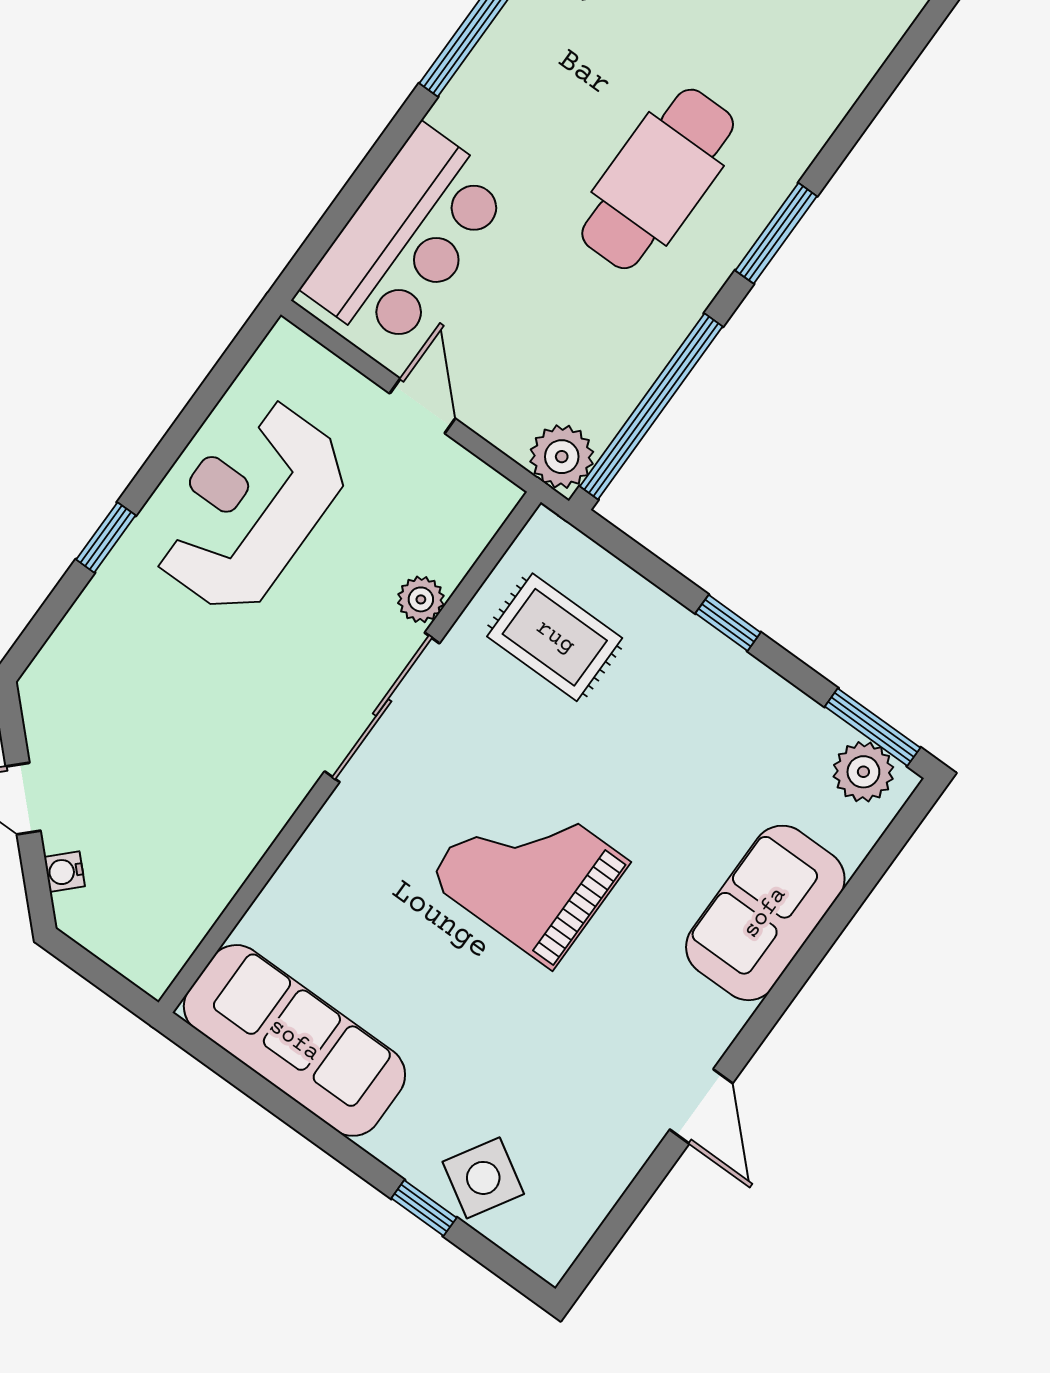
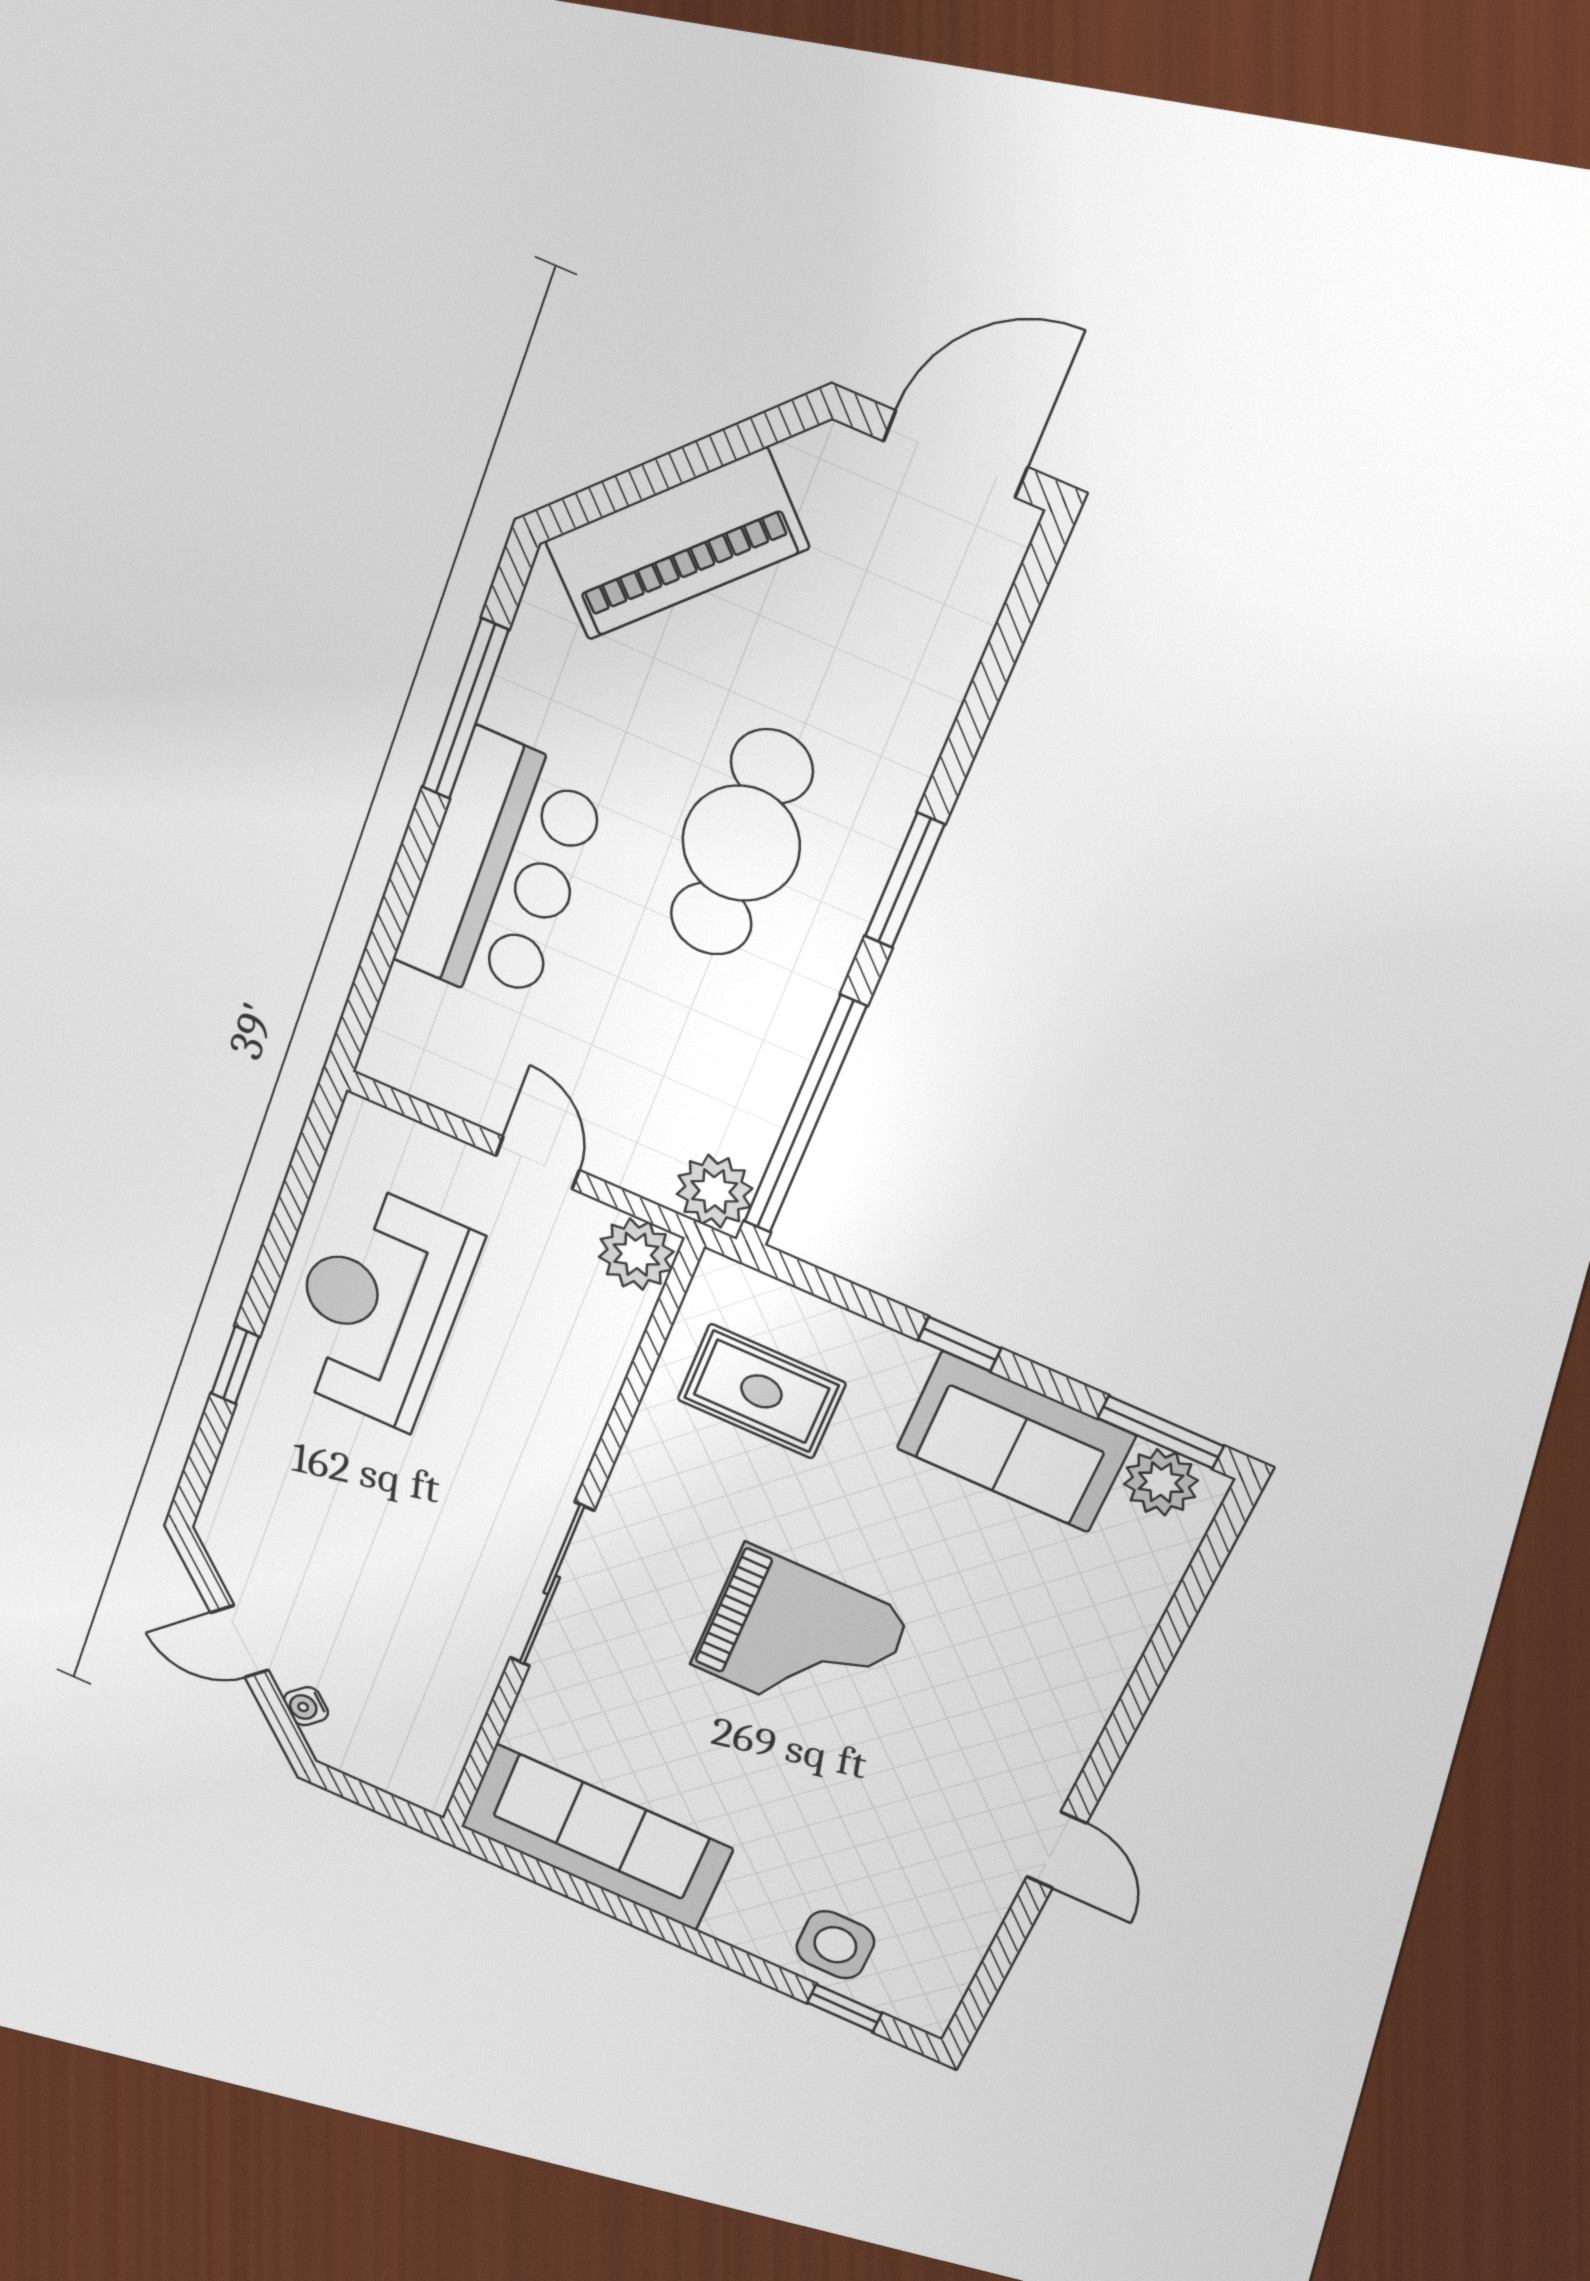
bar counter: (407, 239) -> (501, 872), moved
plant: (421, 599) -> (636, 1254), moved, width x1.38, depth x1.38
sliding door: (382, 707) -> (552, 1585), moved
grand piano: (529, 871) -> (800, 1640), turned 180
sofa: (765, 913) -> (1016, 1442), moved, turned -90
side table: (483, 1178) -> (835, 1945), turned -31
window: (424, 1208) -> (844, 2008), moved

